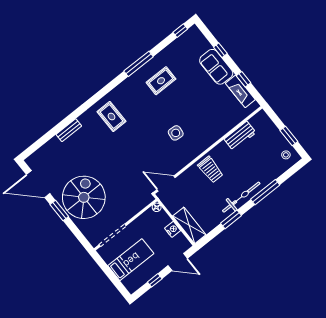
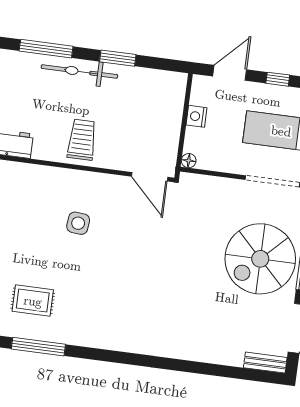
rug: (111, 117) -> (132, 318), removed
bench: (69, 130) -> (265, 363), moved
shelving: (189, 225) -> (173, 101), removed
door: (178, 262) -> (230, 73), hinge flipped

